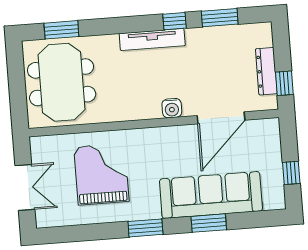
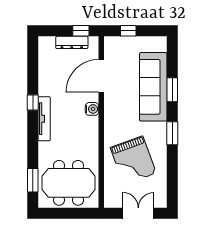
window: (220, 18) -> (33, 72), removed
door: (221, 118) -> (101, 76), swing flipped
window: (291, 173) -> (128, 31), moved
grand piano: (101, 174) -> (133, 160), turned -110

